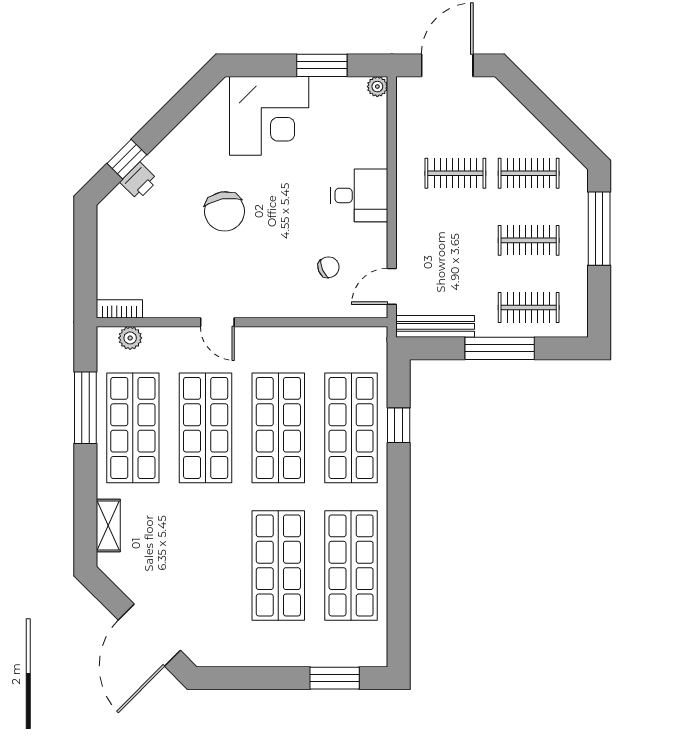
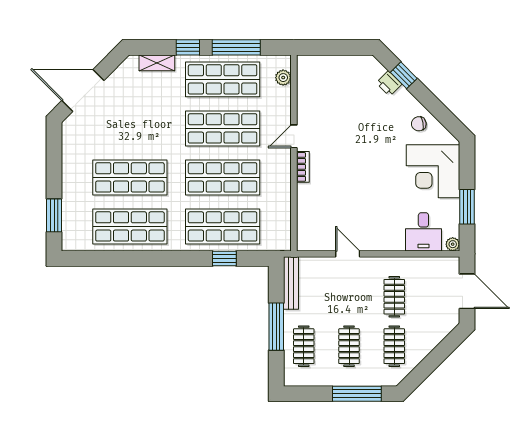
desk: (359, 195) -> (423, 232), moved
chair: (224, 211) -> (419, 124), moved, width x0.54, depth x0.54
chair: (328, 267) -> (331, 211), removed
door: (392, 286) -> (348, 254), moved
bookcase: (119, 309) -> (303, 167), moved
window: (85, 480) -> (188, 47), added

